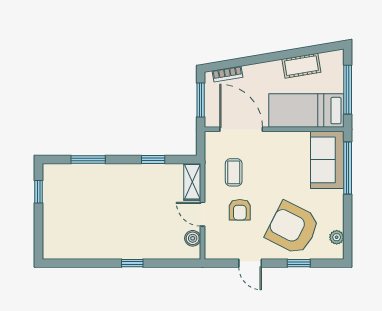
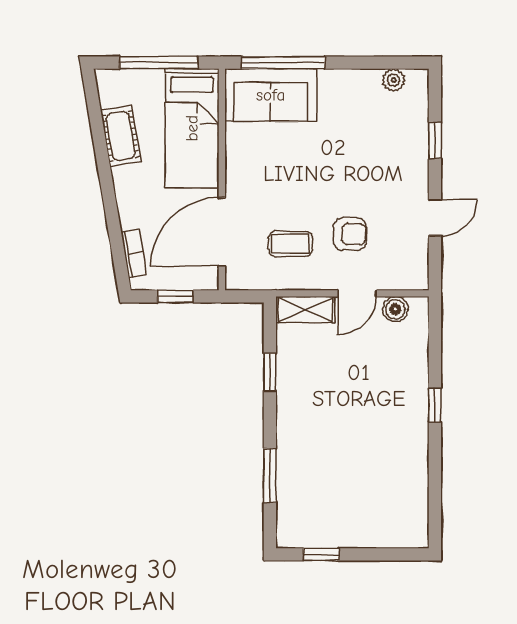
window: (201, 100) -> (175, 296), width x0.67
armchair: (293, 228) -> (379, 150), removed

